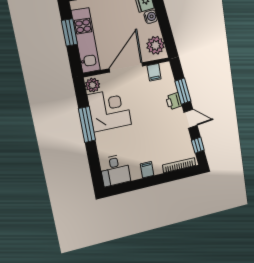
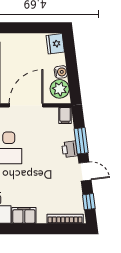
water cooler: (151, 17) -> (61, 72), moved
filing cabinet: (154, 72) -> (65, 116), moved
filing cabinet: (147, 170) -> (24, 215), width x2.00

